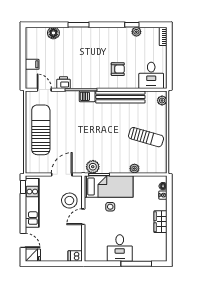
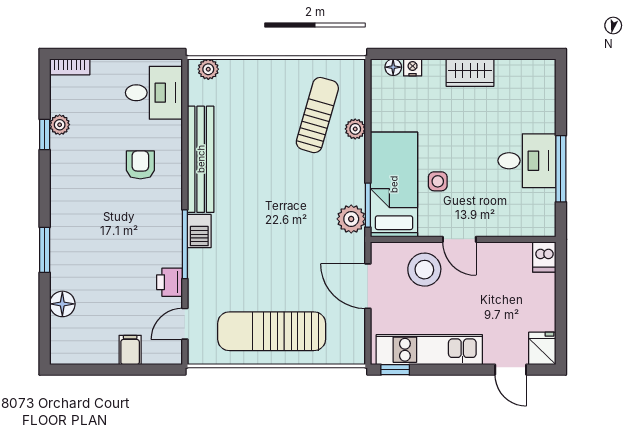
sun lounger: (146, 137) -> (317, 115), moved
door: (23, 240) -> (511, 370), swing flipped
window: (136, 264) -> (561, 169), moved

